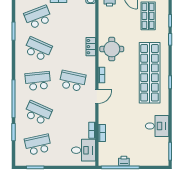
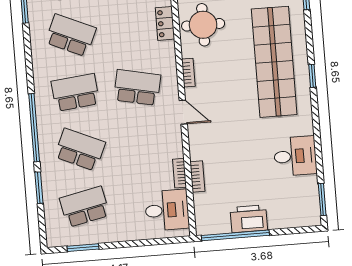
door: (97, 97) -> (183, 112), hinge flipped
printer: (124, 161) -> (249, 219), width x1.87, depth x1.48

